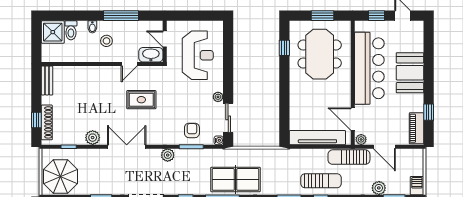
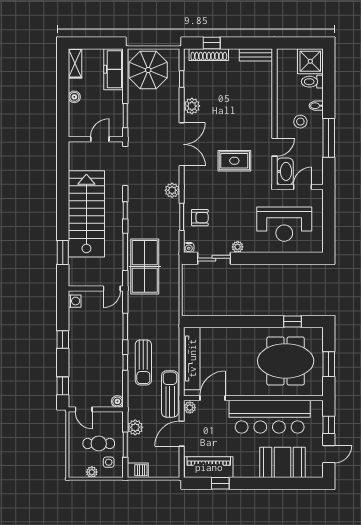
door: (129, 64) -> (274, 147), swing flipped
booth: (410, 73) -> (283, 462), moved
rug: (141, 100) -> (234, 161), turned 90
piano: (416, 128) -> (209, 467), width x1.37, depth x1.33

